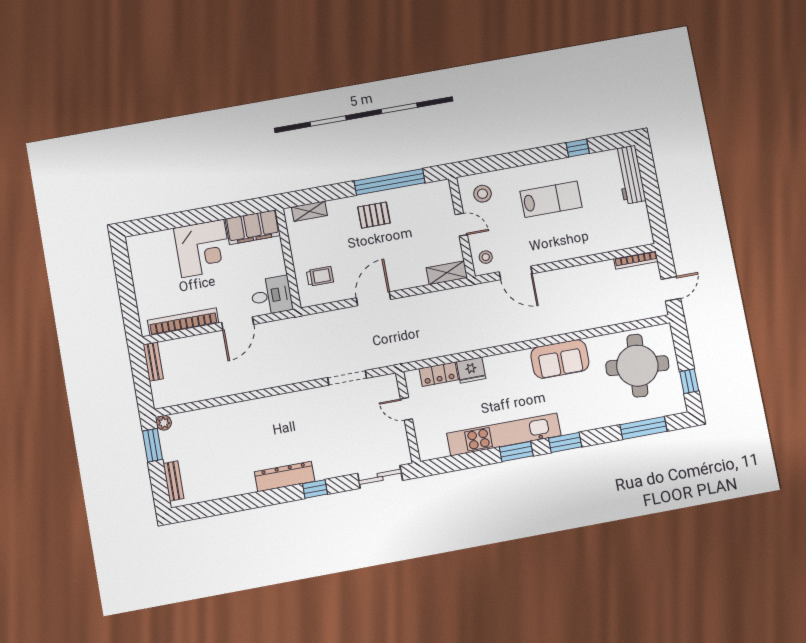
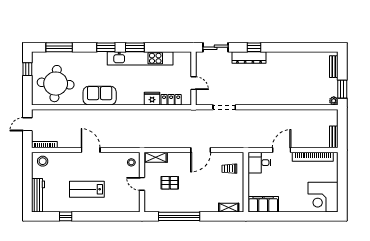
stool: (482, 194) -> (43, 161), moved
pallet: (374, 215) -> (170, 183), moved
corner desk: (203, 248) -> (323, 197), moved, turned -90
door: (516, 273) -> (91, 150), moved
dresser: (285, 476) -> (249, 58), moved

